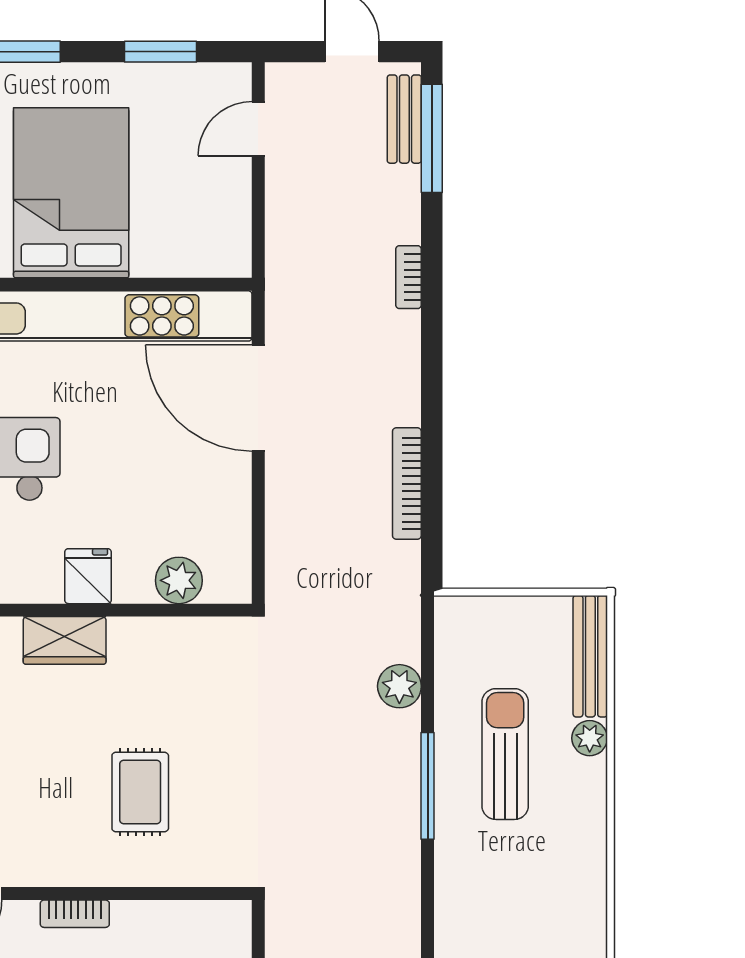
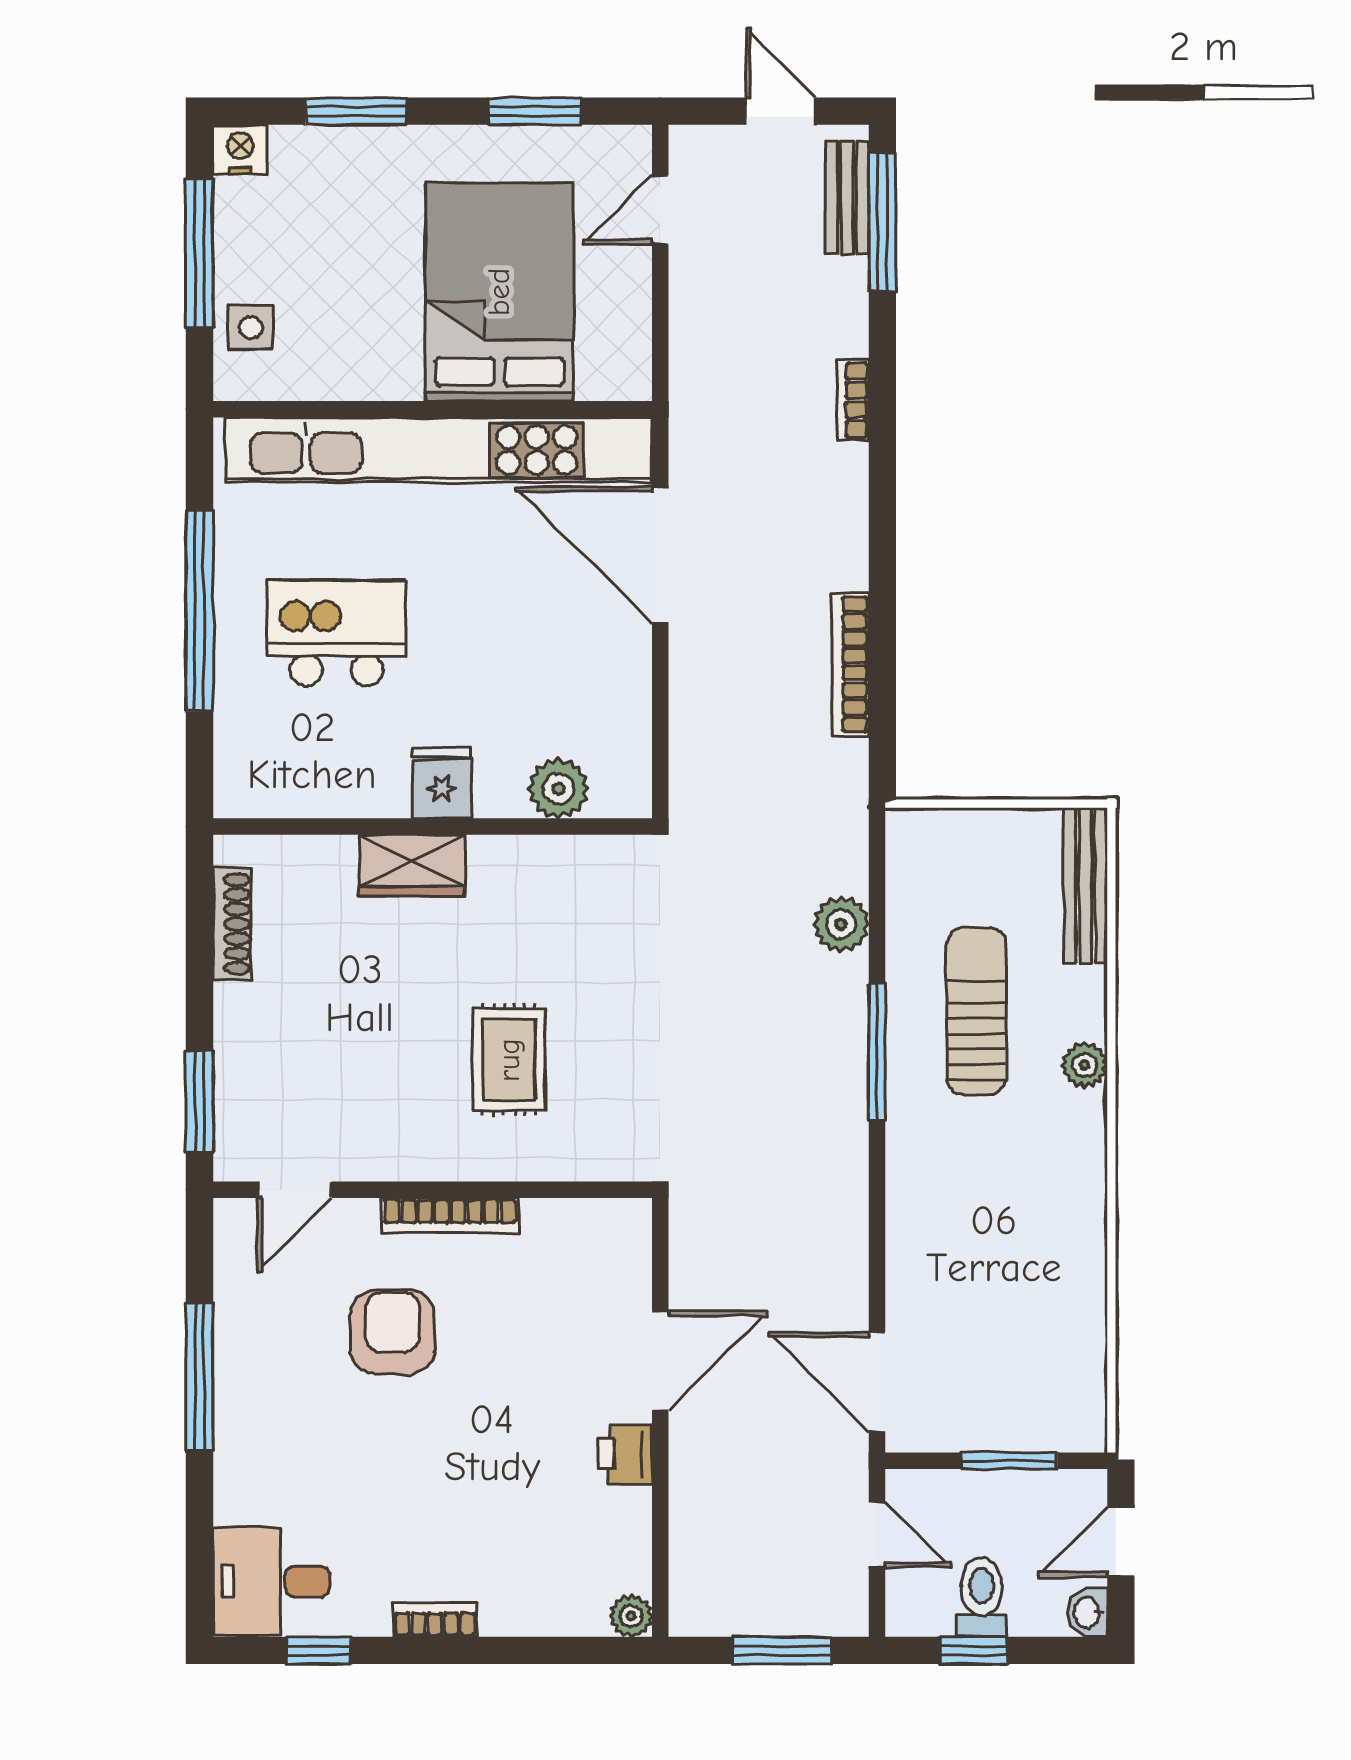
bed: (71, 193) -> (499, 292), moved
plant: (590, 738) -> (1085, 1065), moved
bookcase: (75, 914) -> (450, 1216), width x1.56

